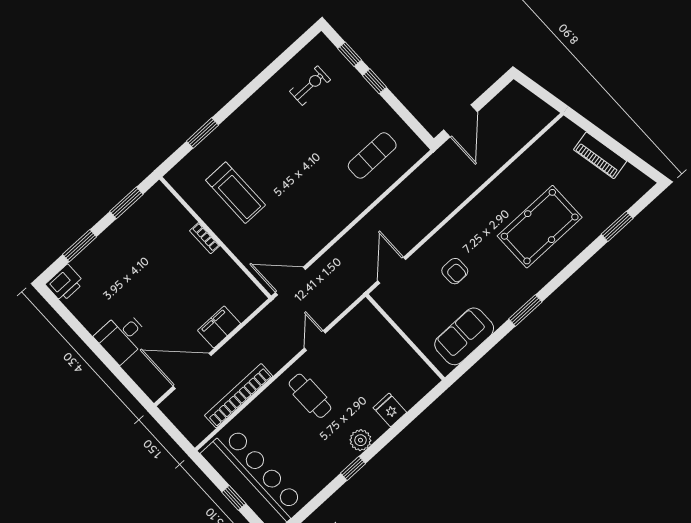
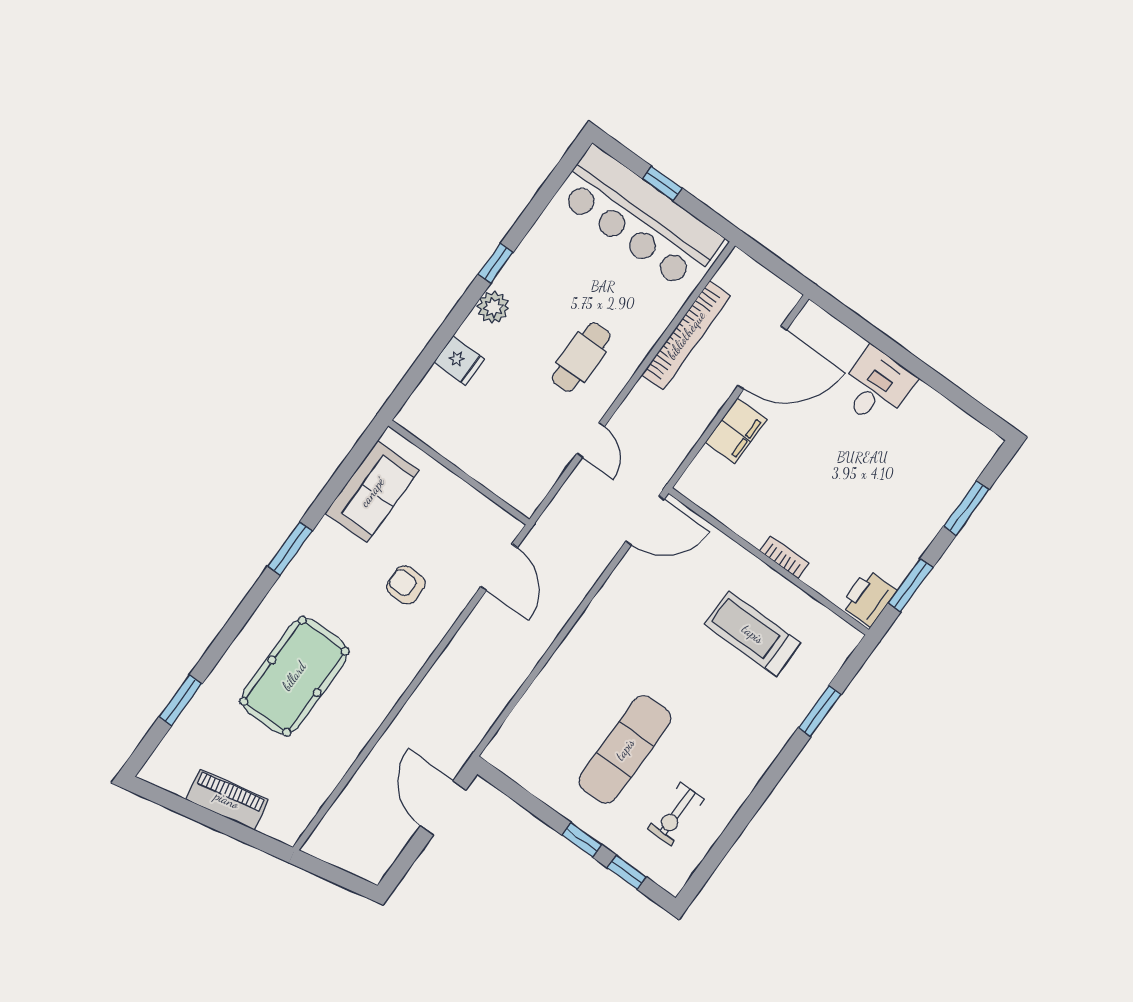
exercise mat: (372, 155) -> (625, 749), moved, width x1.36, depth x1.45
printer: (65, 283) -> (868, 598), moved
cafe table: (310, 396) -> (581, 357), turned 90

